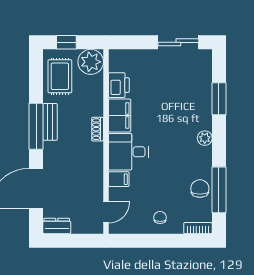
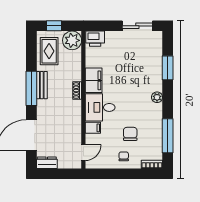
printer: (119, 85) -> (95, 39), moved, turned 90
chair: (200, 189) -> (130, 134), moved

